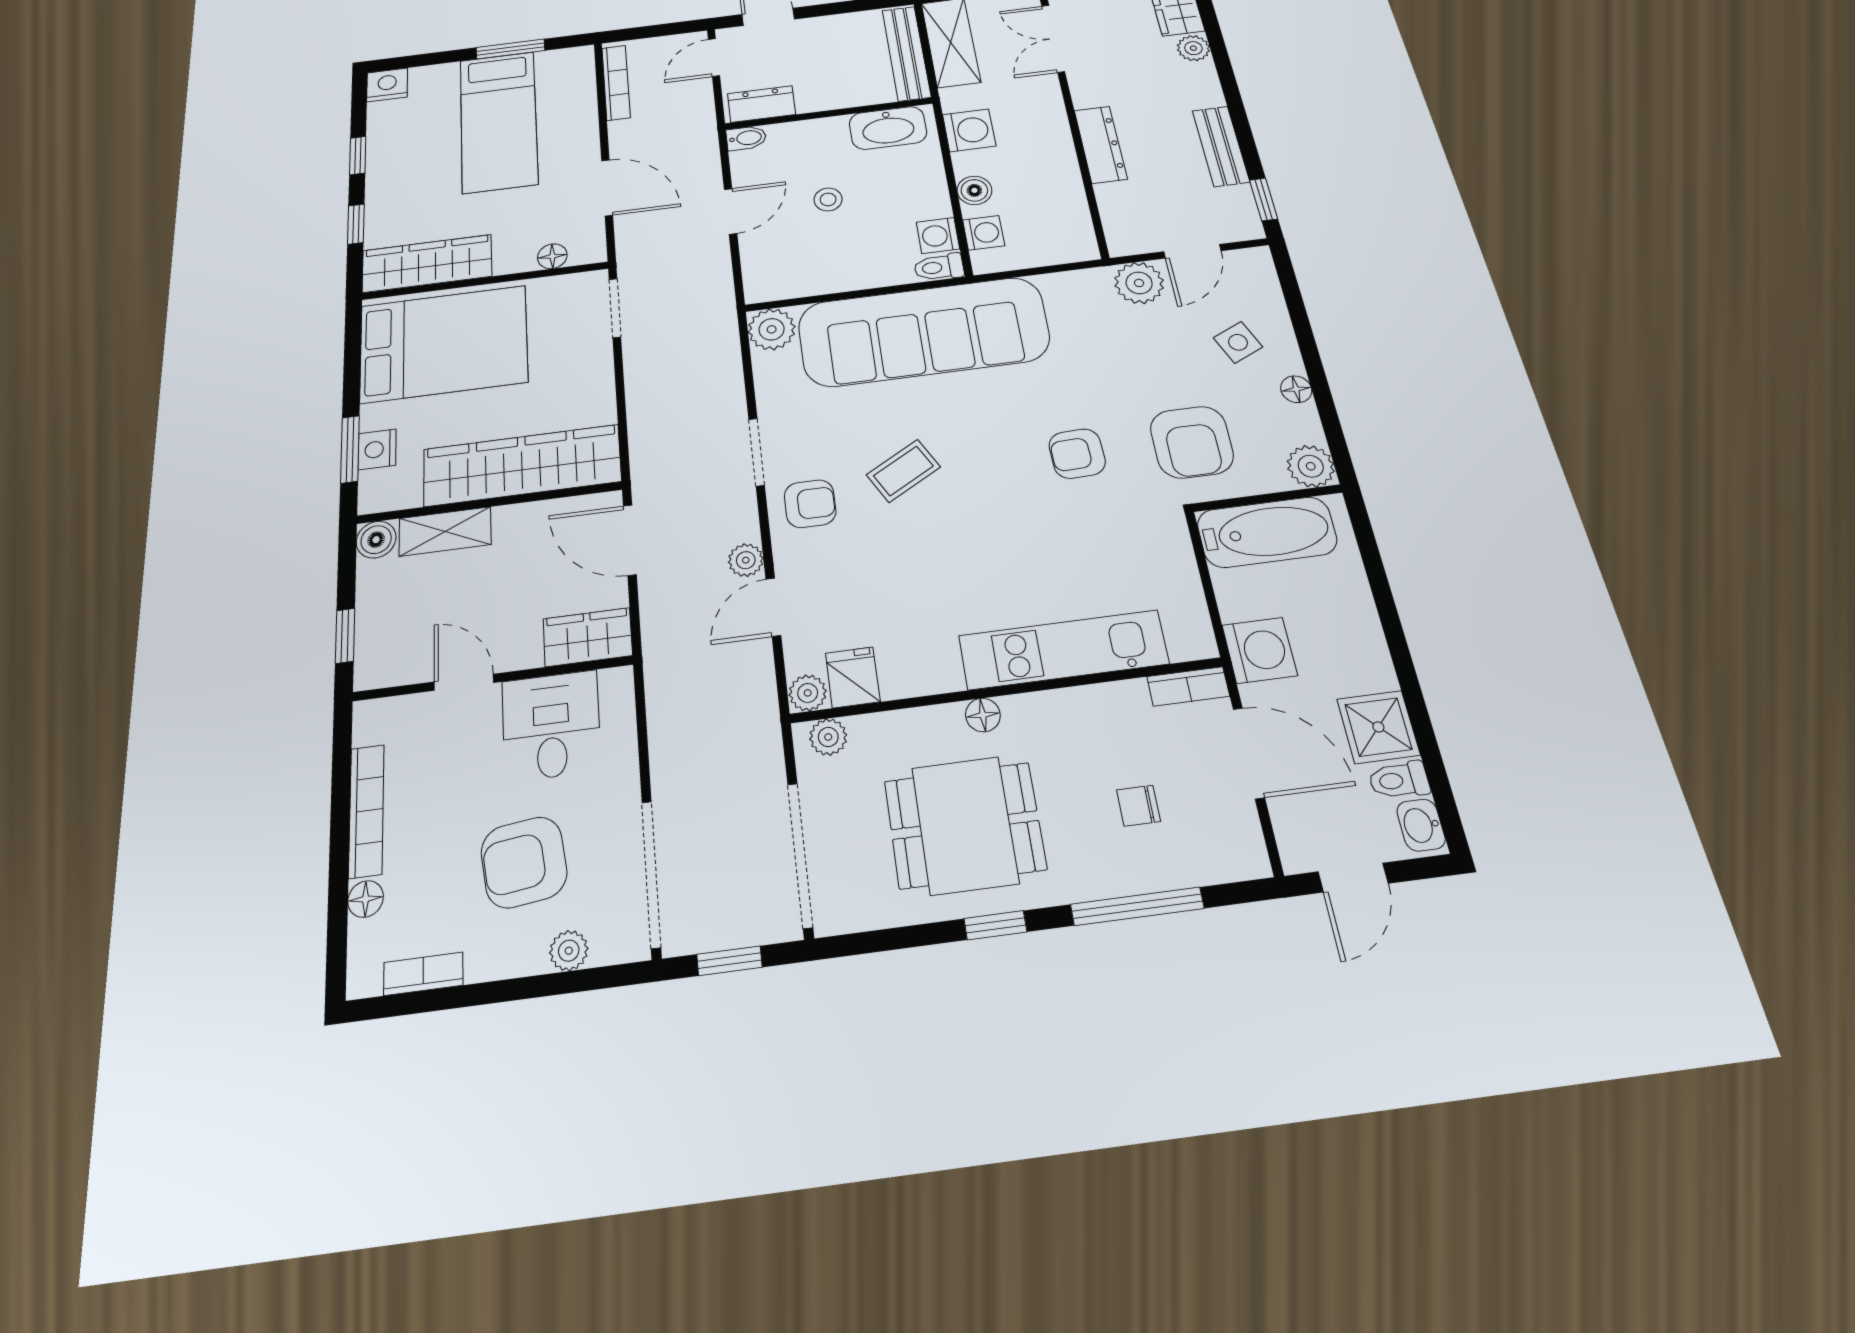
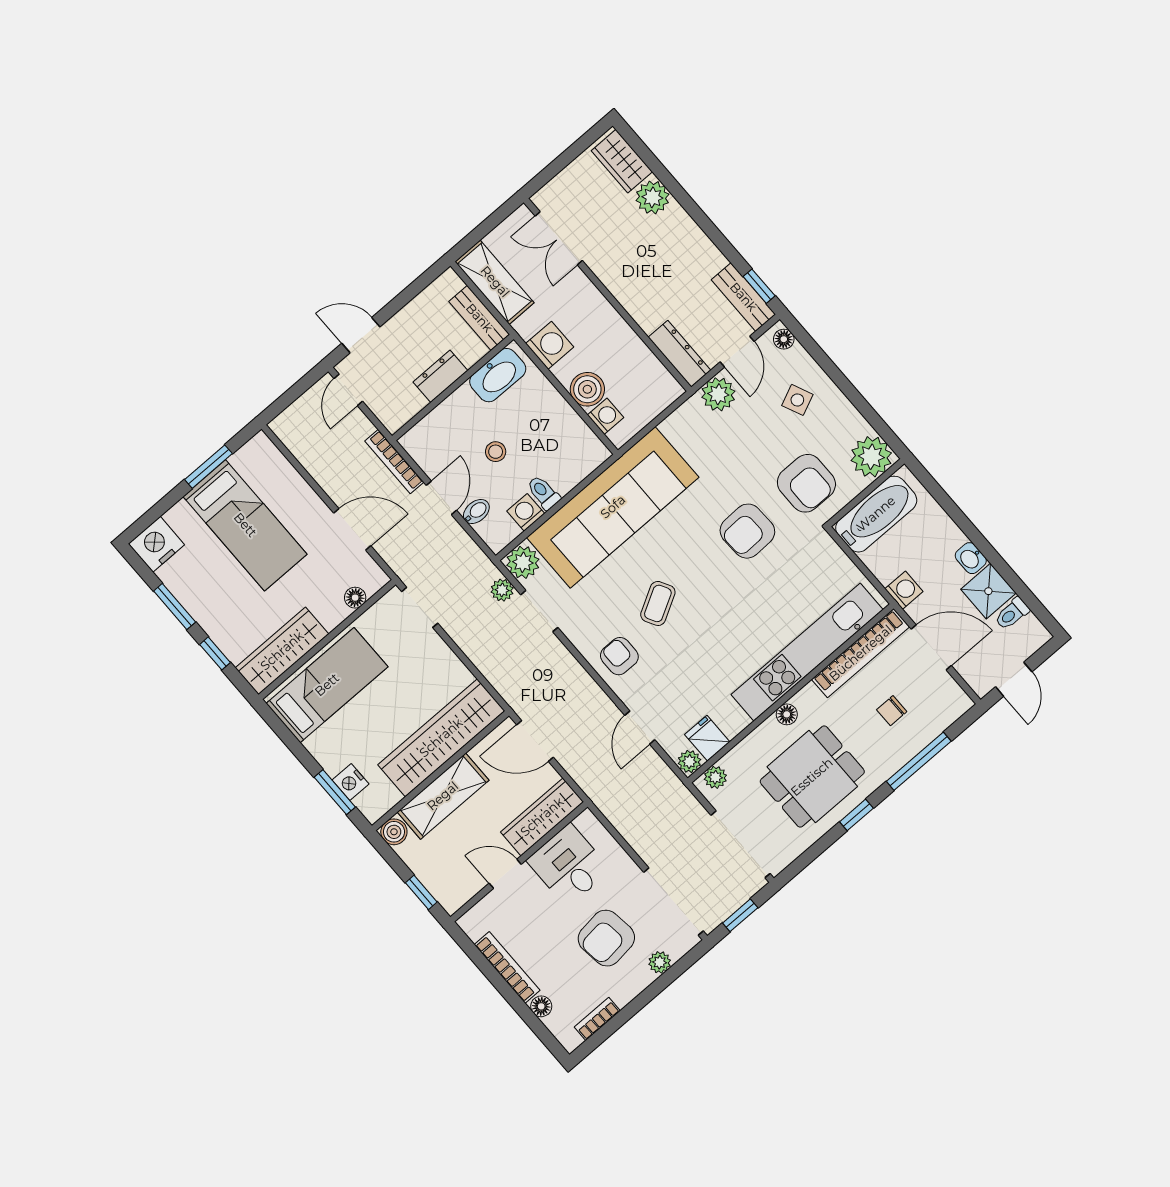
plant: (1193, 48) -> (652, 197), width x1.38, depth x1.38
bench: (906, 53) -> (479, 318), width x0.73
bookcase: (616, 83) -> (394, 461), moved, turned 180
nightstand: (387, 85) -> (156, 544), width x1.36, depth x1.33
dresser: (762, 104) -> (440, 376), moved
bidet: (746, 138) -> (476, 511), moved
dresser: (1101, 145) -> (679, 354), moved
bench: (1221, 146) -> (743, 297), moved
window: (358, 156) -> (175, 607), width x1.50
boiler: (974, 190) -> (587, 389), width x1.36, depth x1.36
washing machine: (938, 236) -> (526, 512), moved, turned 90
toilet: (939, 267) -> (543, 493), moved, turned 90
bed: (444, 344) -> (327, 685), width x0.67
floor lamp: (1296, 389) -> (784, 339), moved
doorway: (757, 452) -> (539, 611), moved
armchair: (1077, 454) -> (747, 531), width x1.38, depth x1.38
plant: (1311, 466) -> (871, 457), width x1.36, depth x1.36
armchair: (810, 504) -> (619, 656), turned -90
shelving: (445, 531) -> (443, 796), width x1.50, depth x1.33
plant: (746, 560) -> (502, 590), moved
wardrobe: (588, 637) -> (542, 817), width x1.50
kitchen unit: (1063, 650) -> (807, 652), width x1.36
washing machine: (1260, 650) -> (904, 590), width x0.73, depth x0.73
bookcase: (1188, 686) -> (861, 653), width x2.31, depth x1.31
washbasin: (1421, 825) -> (971, 558), moved

